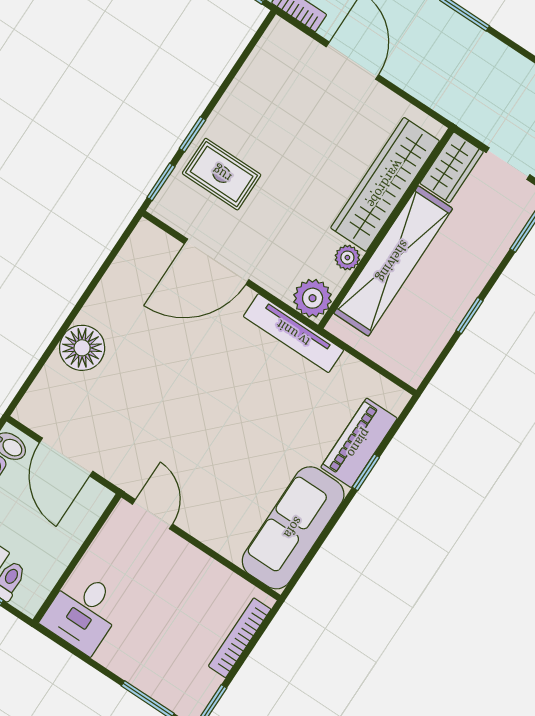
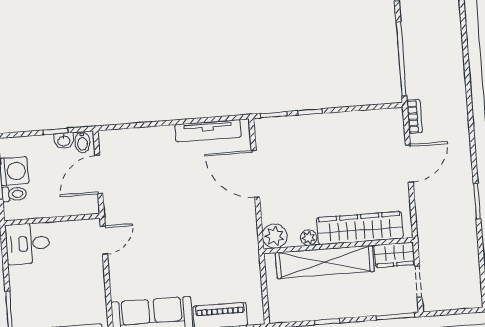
rug: (222, 174) -> (301, 142), removed
tv unit: (293, 333) -> (208, 131), moved, turned -90
floor lamp: (82, 348) -> (160, 140), removed

